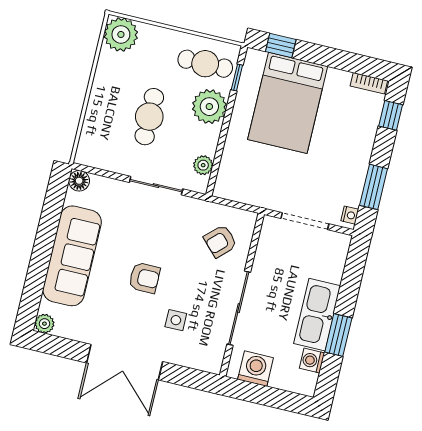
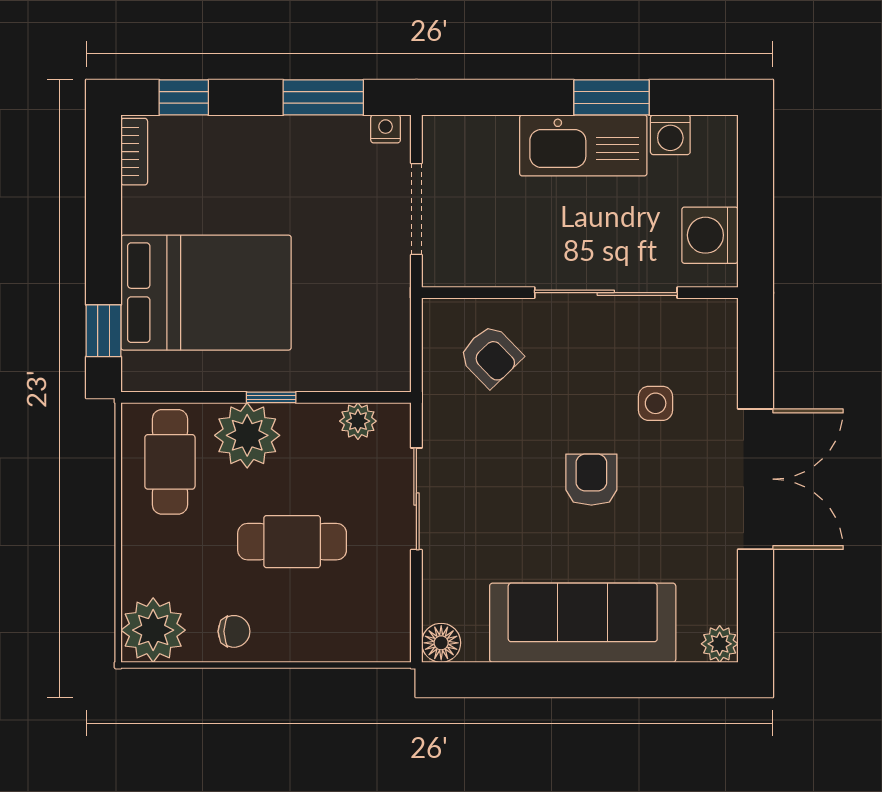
chair: (110, 76) -> (234, 631), added
window: (237, 77) -> (271, 397), moved

